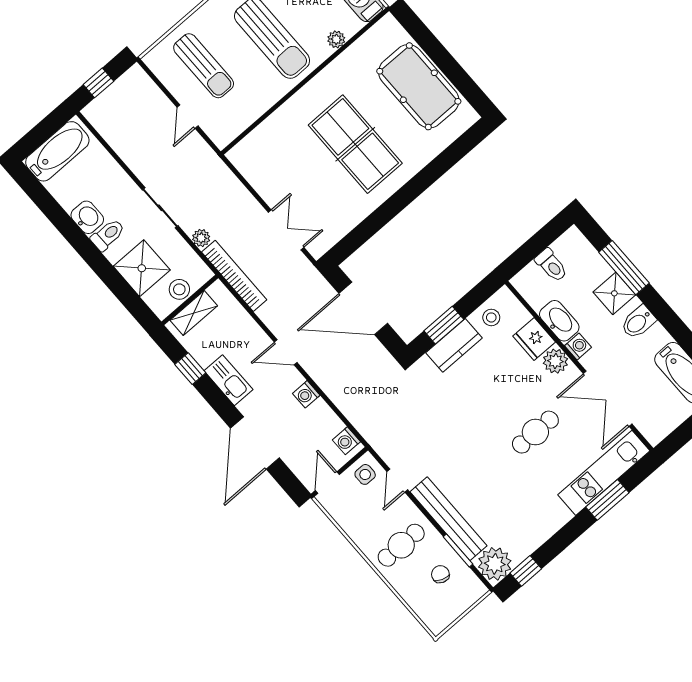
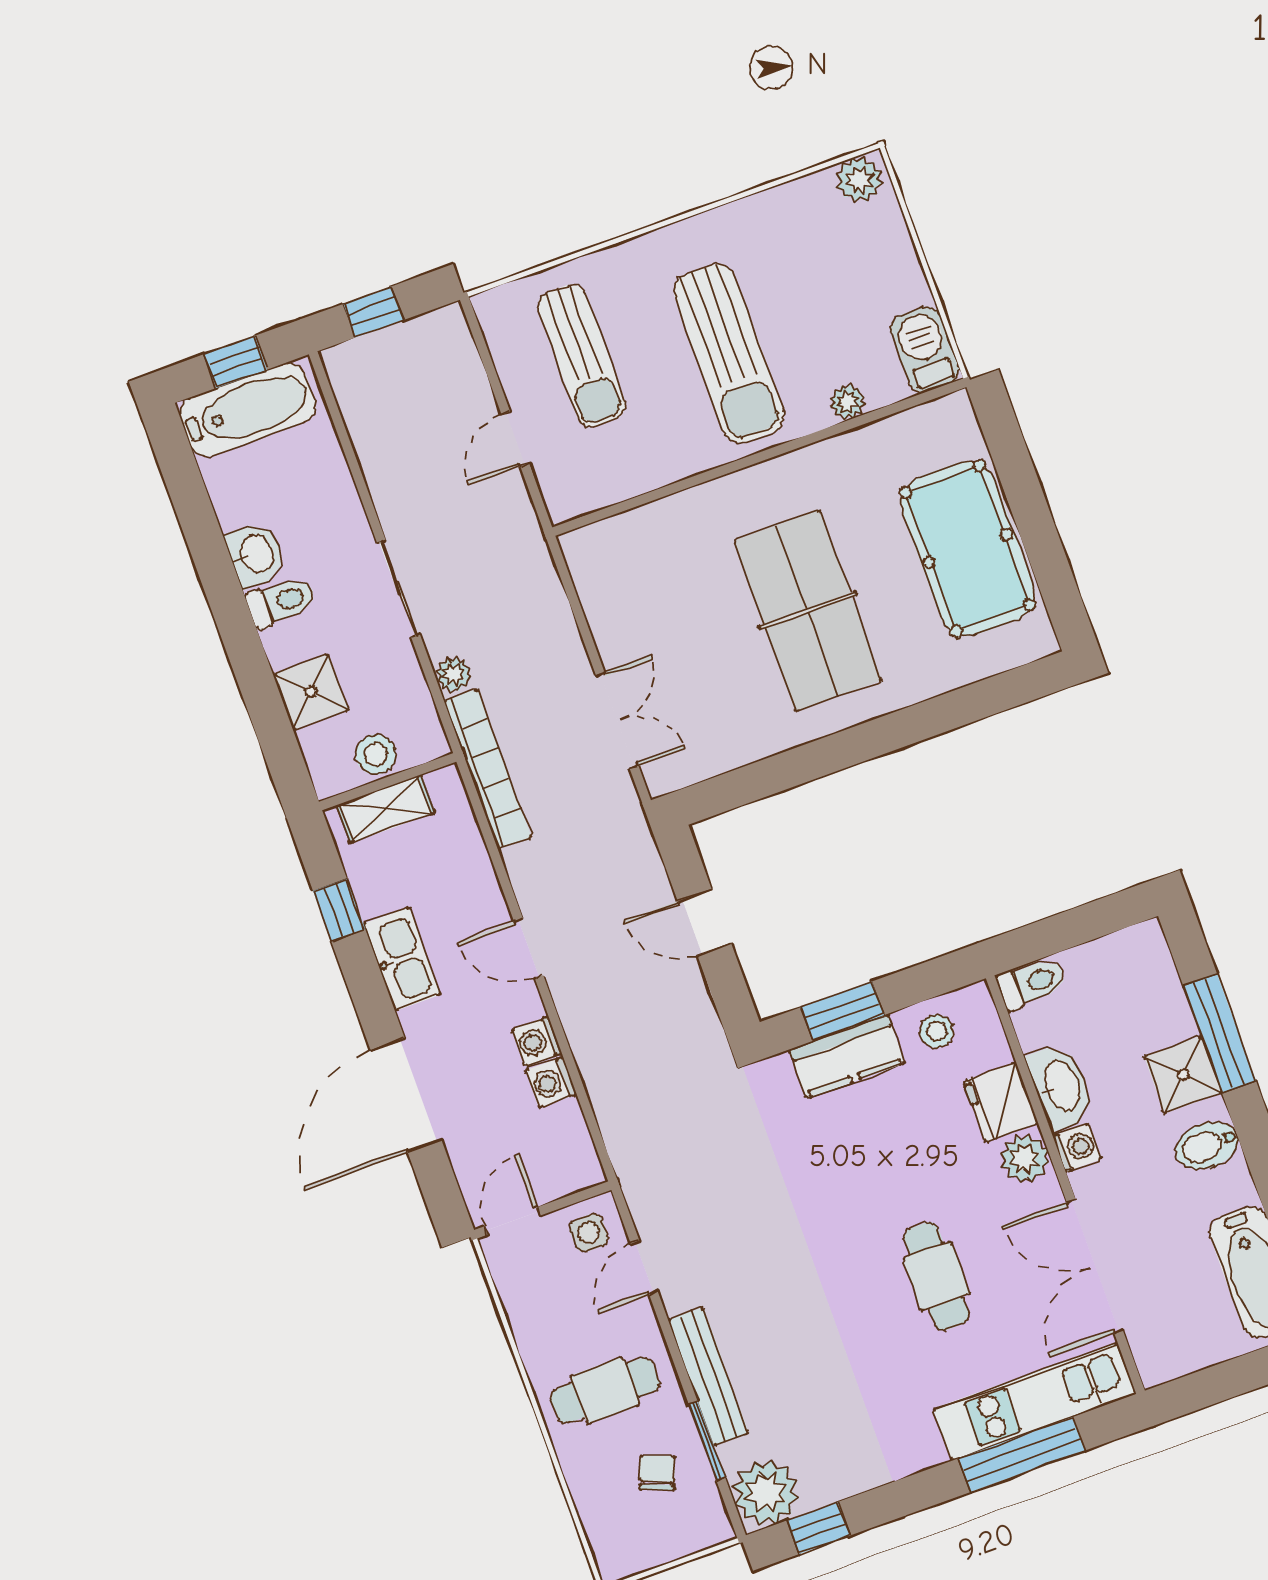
window: (43, 131) -> (236, 362), added
toilet: (551, 265) -> (1032, 983), moved, turned -90
shower: (142, 268) -> (311, 692), width x0.73, depth x0.73
door: (363, 308) -> (704, 922), width x0.53
cafe table: (535, 432) -> (936, 1276), turned 90
washing machine: (346, 441) -> (551, 1082), moved
window: (607, 500) -> (1022, 1454), width x1.44
bench: (448, 519) -> (708, 1377), width x0.73, depth x0.82

